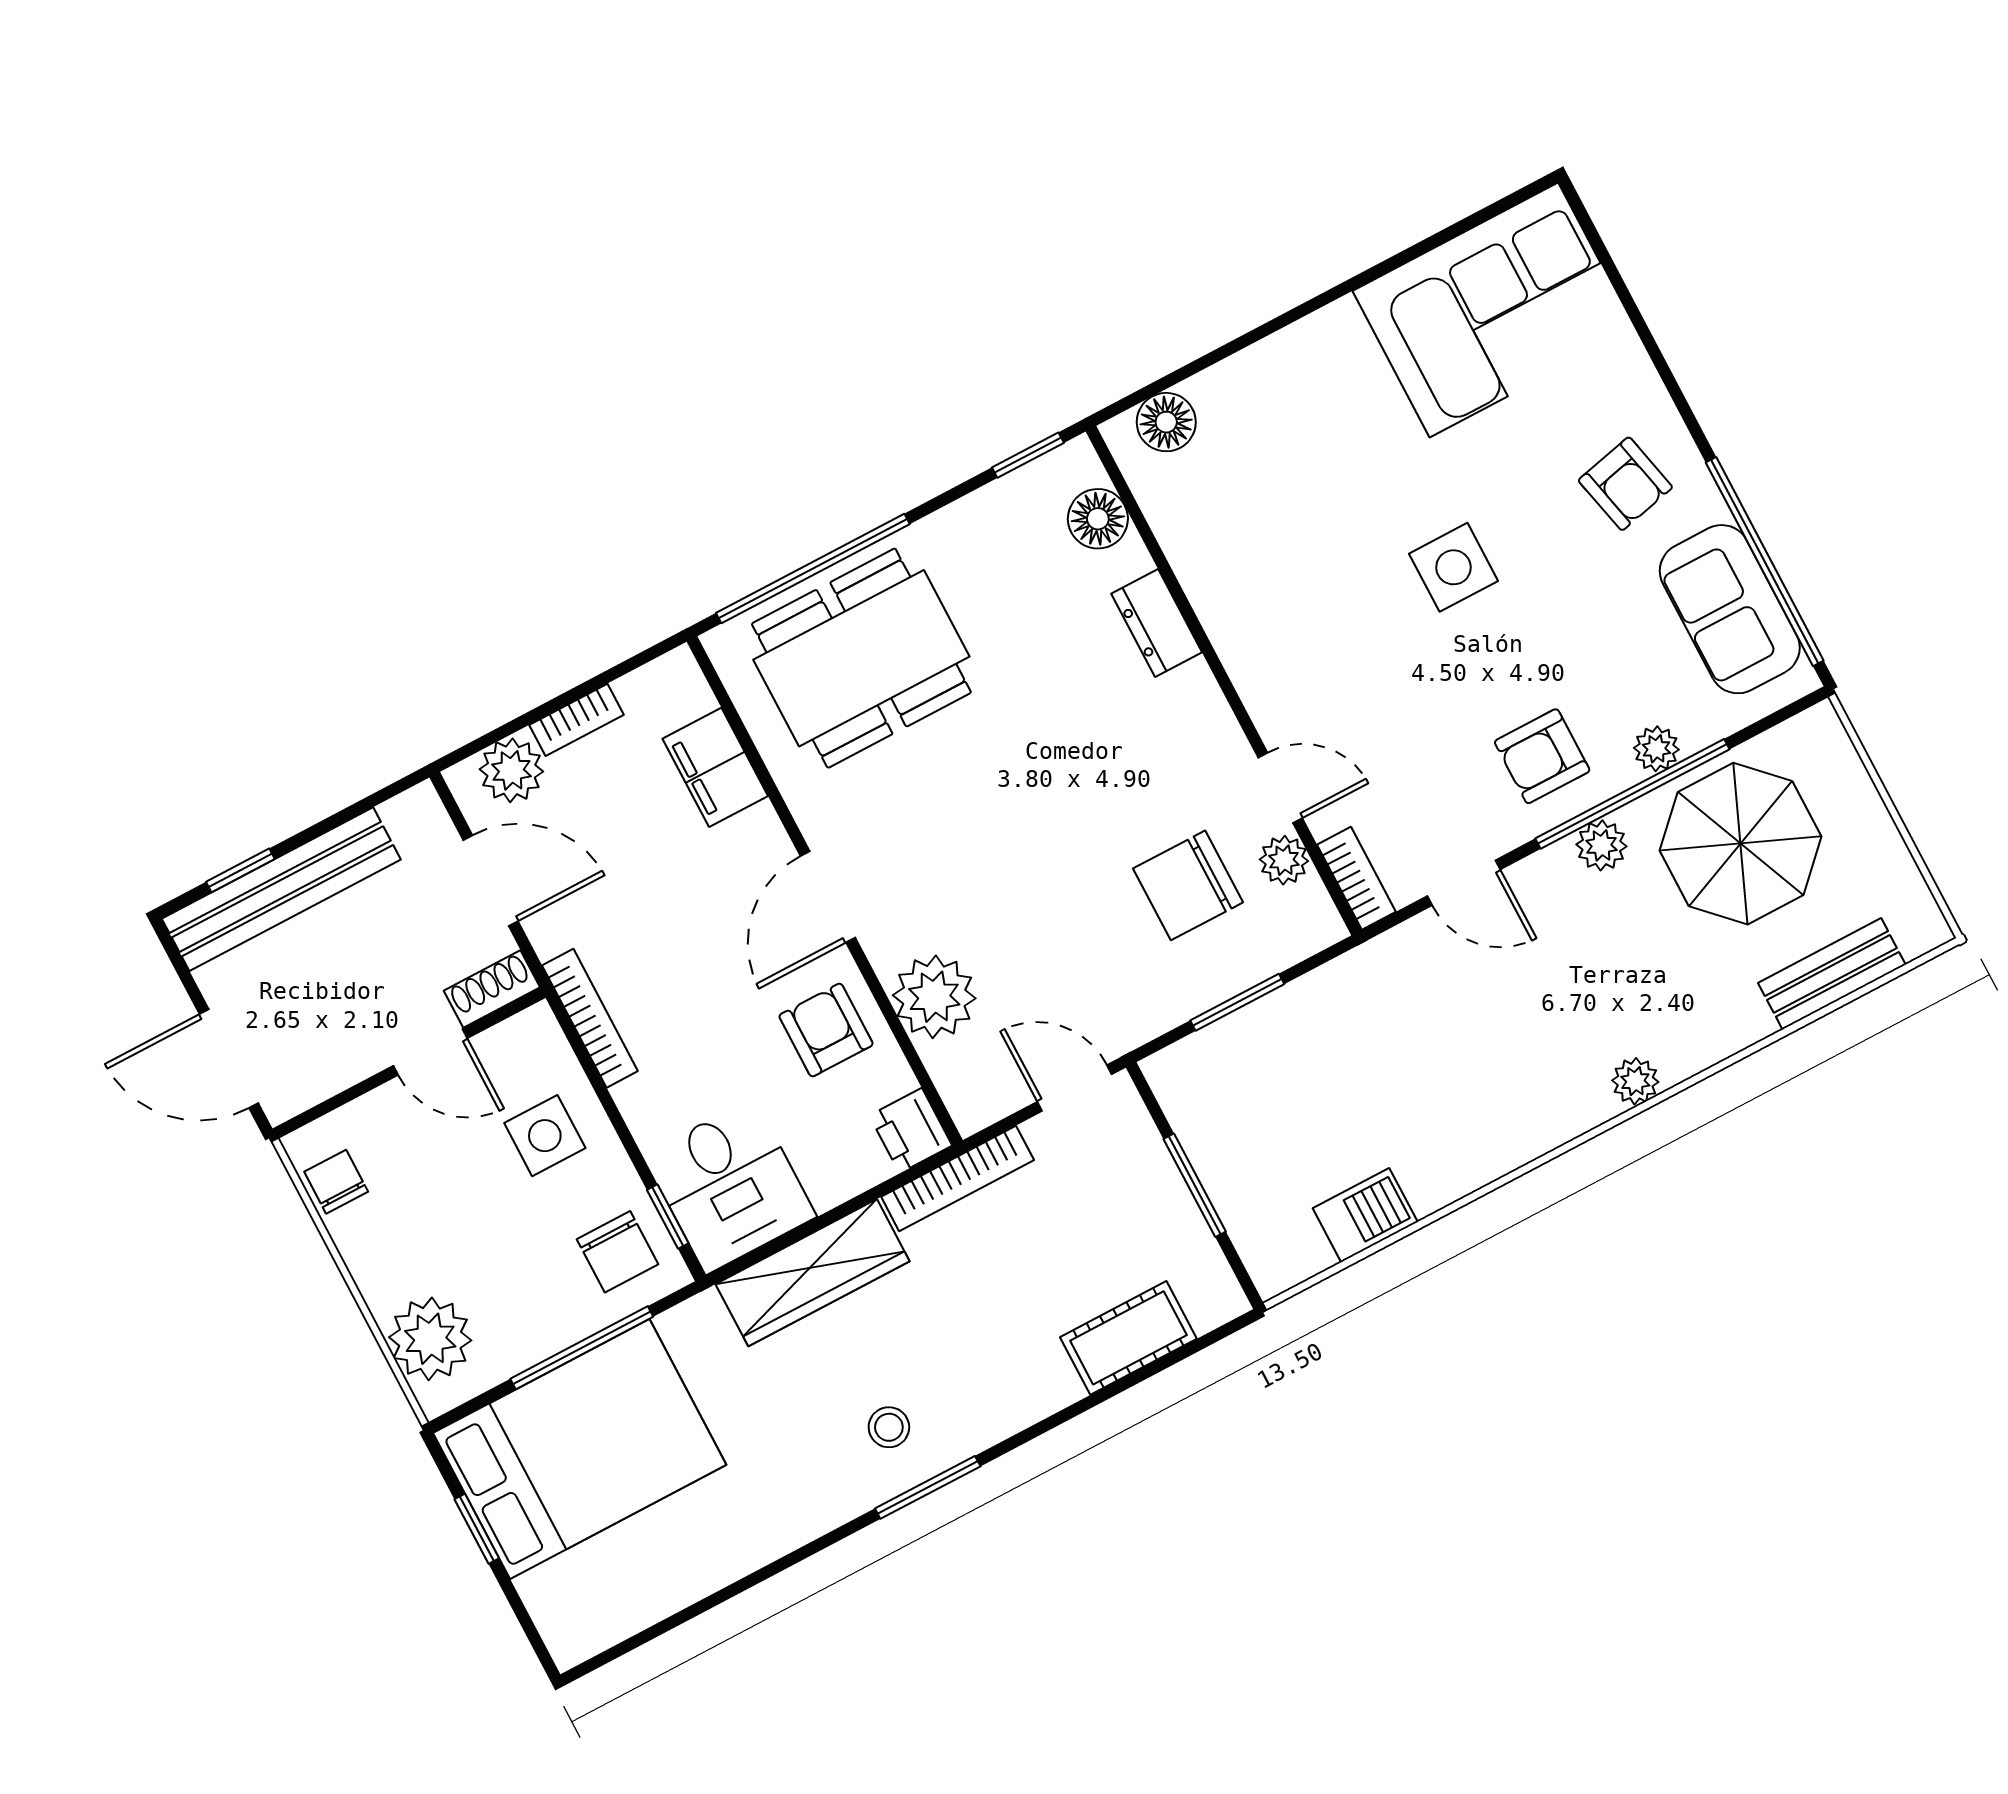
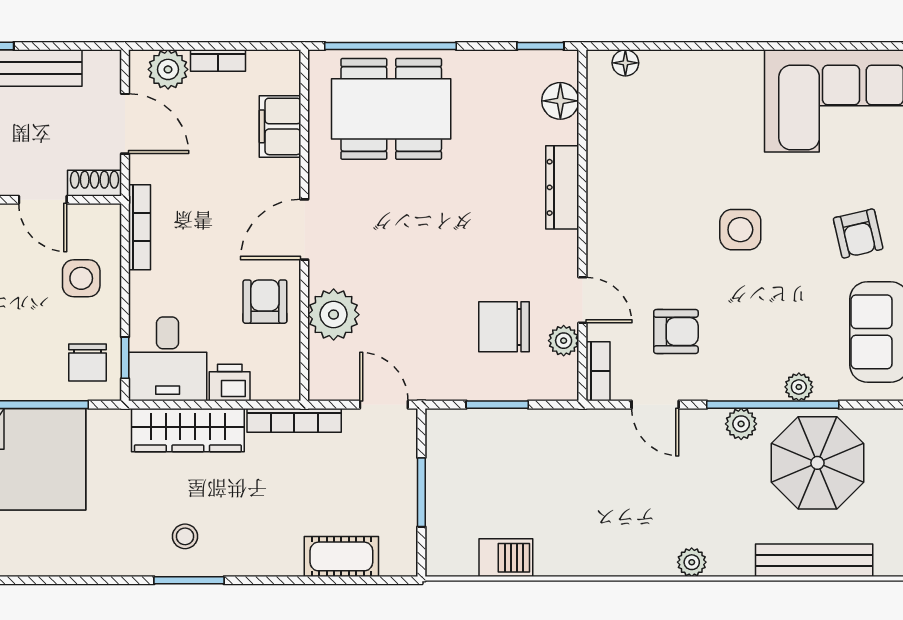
floor lamp: (1166, 422) -> (625, 63), width x0.73, depth x0.73
dresser: (1157, 623) -> (562, 187), width x1.44
armchair: (1542, 756) -> (676, 332), moved, turned 180
bench: (1832, 974) -> (814, 560), width x1.36
printer: (911, 1131) -> (230, 383), moved, turned 90

